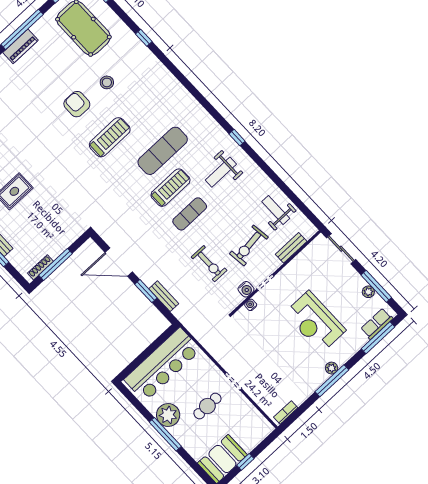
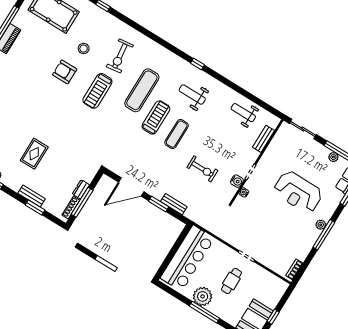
treadmill: (110, 137) -> (97, 91), turned 180
weight bench: (221, 172) -> (192, 95), turned 90
exercise bike: (249, 245) -> (120, 56), moved
dresser: (58, 249) -> (81, 189), added

